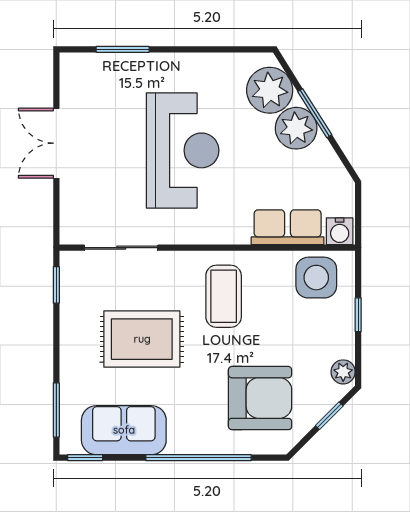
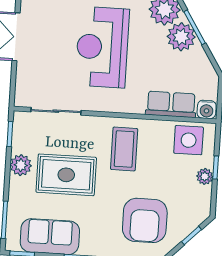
reception desk: (183, 150) -> (102, 47), turned 180
plant: (75, 329) -> (21, 165), added
plant: (343, 372) -> (205, 176), moved
armchair: (260, 398) -> (145, 220), turned 90

